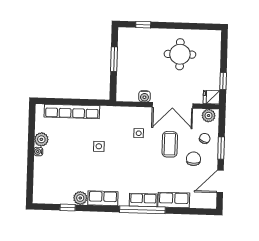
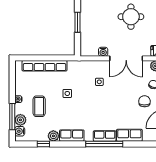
plant: (41, 139) -> (20, 120), moved
coffee table: (170, 144) -> (39, 106), moved
window: (30, 173) -> (12, 117), added
water cooler: (39, 191) -> (20, 131), added

